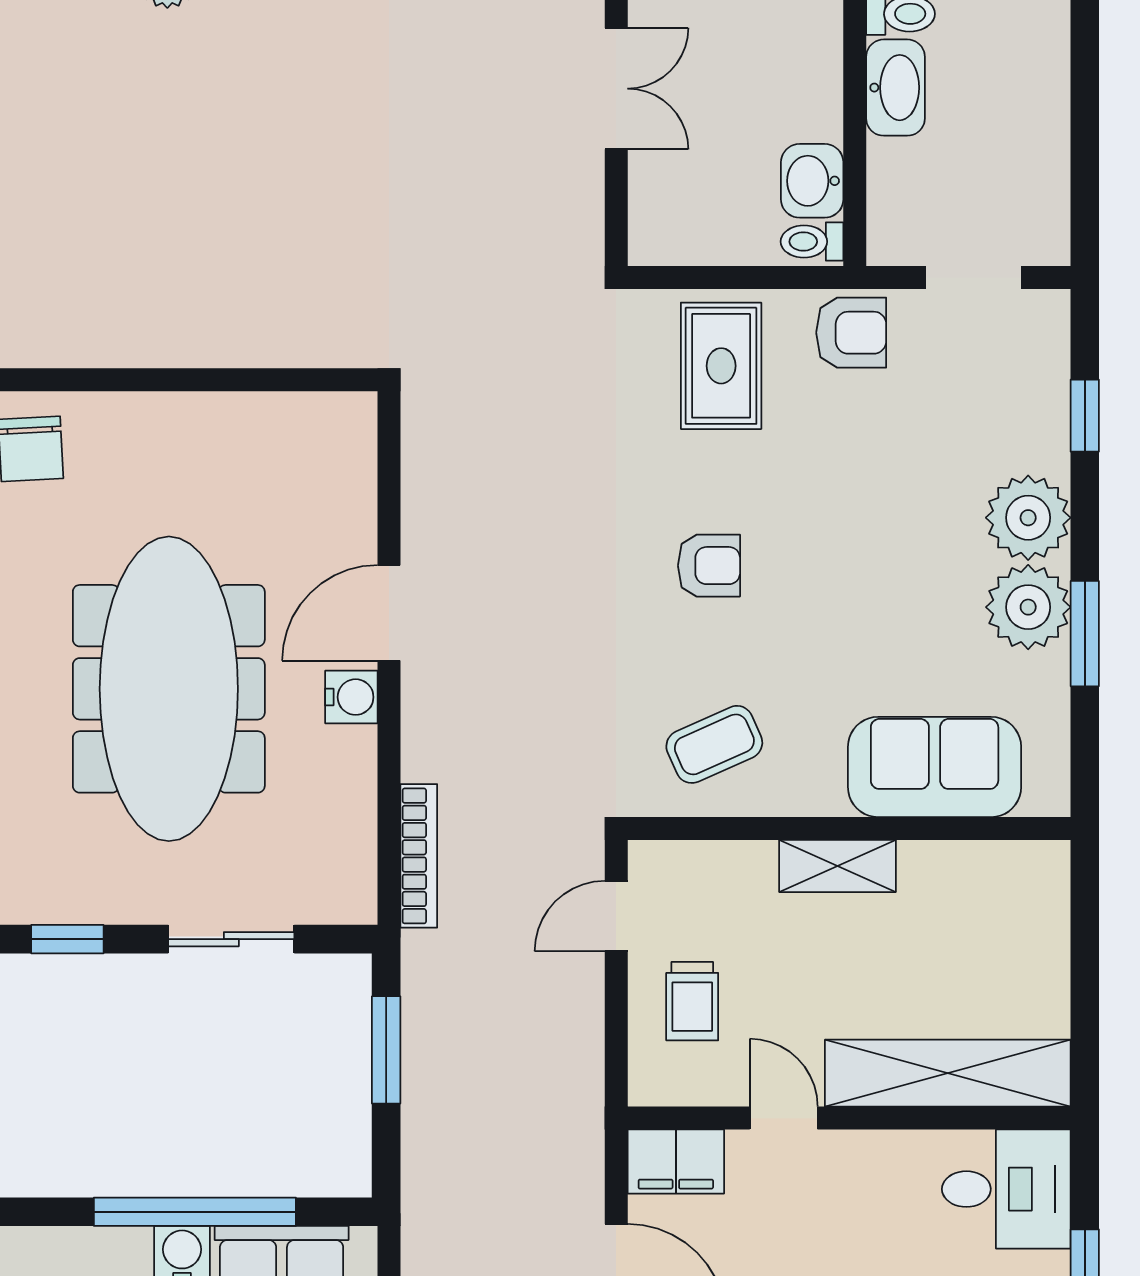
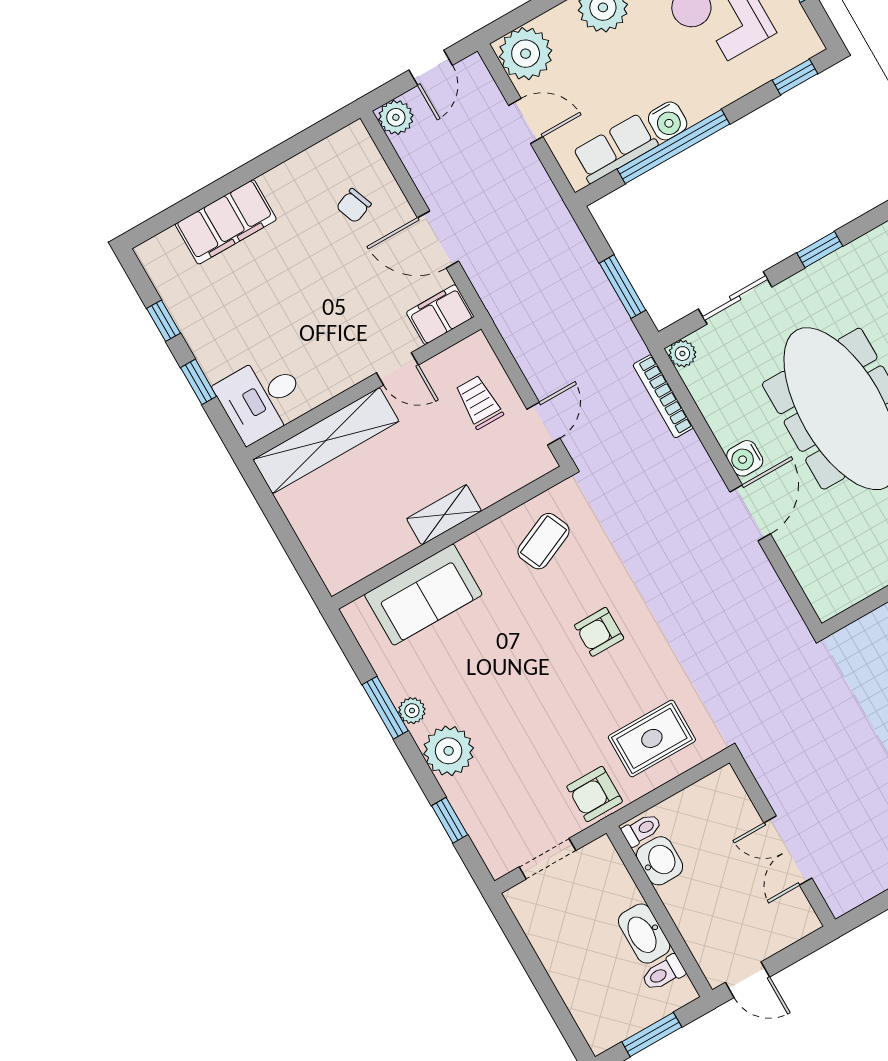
rug: (721, 366) -> (652, 738), turned 90
plant: (1028, 607) -> (412, 711), width x0.53, depth x0.53
plant: (355, 902) -> (682, 354), added

